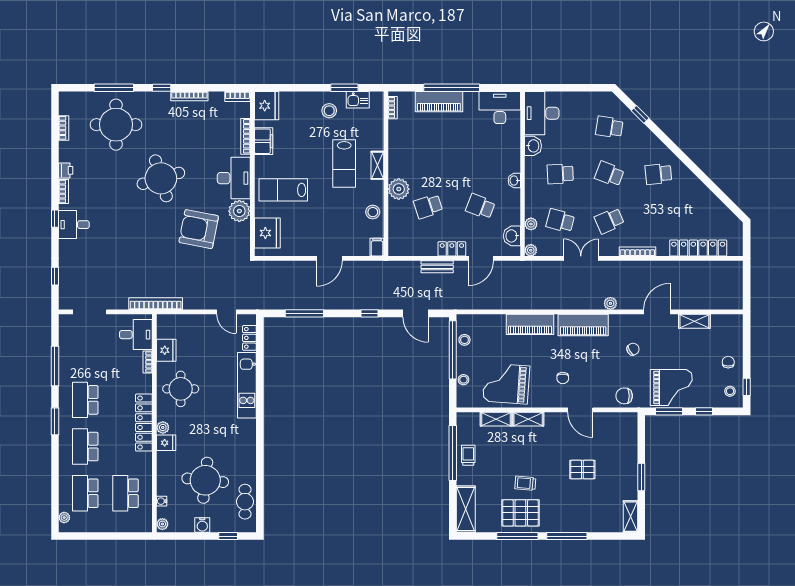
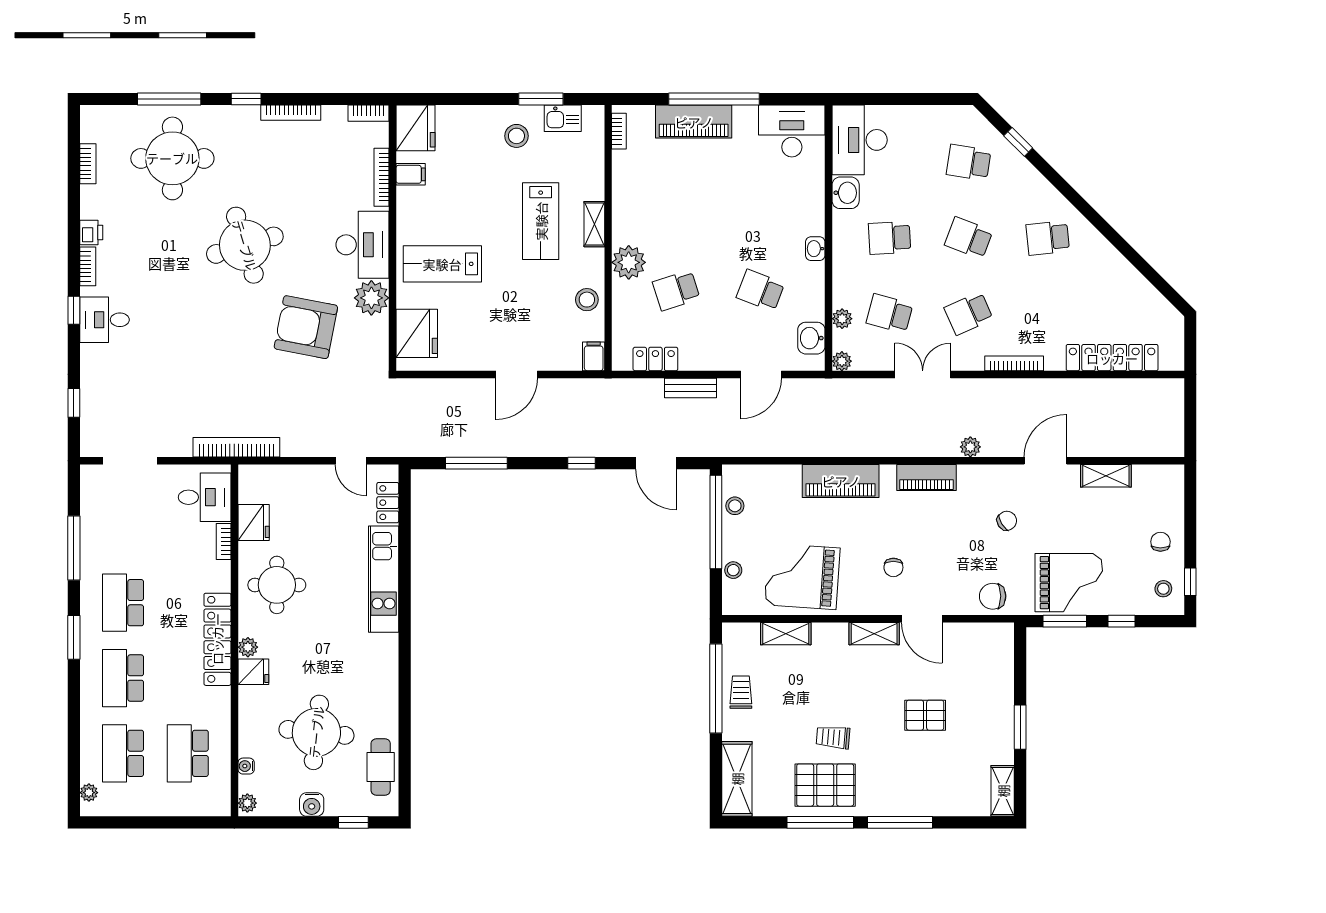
filing cabinet: (264, 141) -> (411, 174), width x0.50
locker: (452, 249) -> (655, 359), moved
piano: (583, 325) -> (927, 477), width x0.73, depth x0.75
shelving: (528, 419) -> (874, 634), moved

